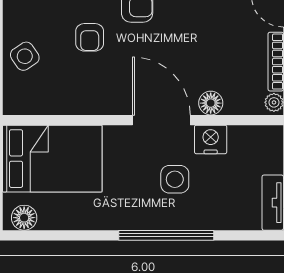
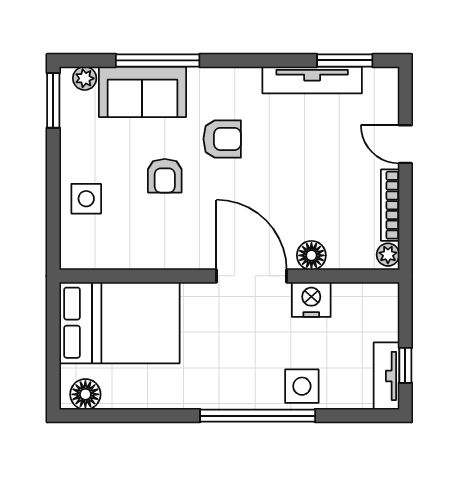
side table: (25, 56) -> (86, 199), turned 34
side table: (175, 179) -> (302, 386), moved

